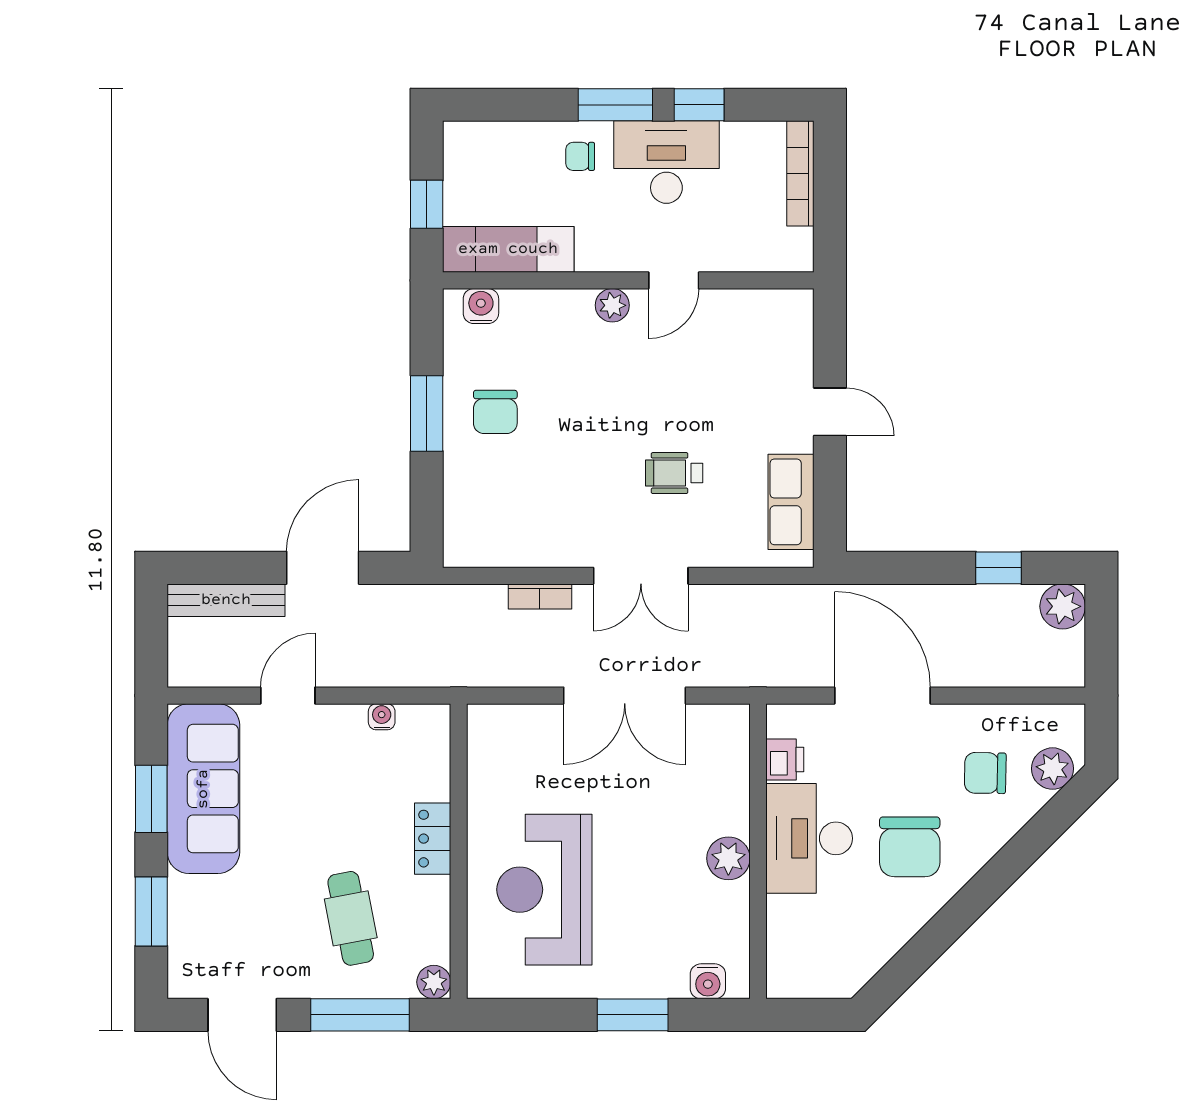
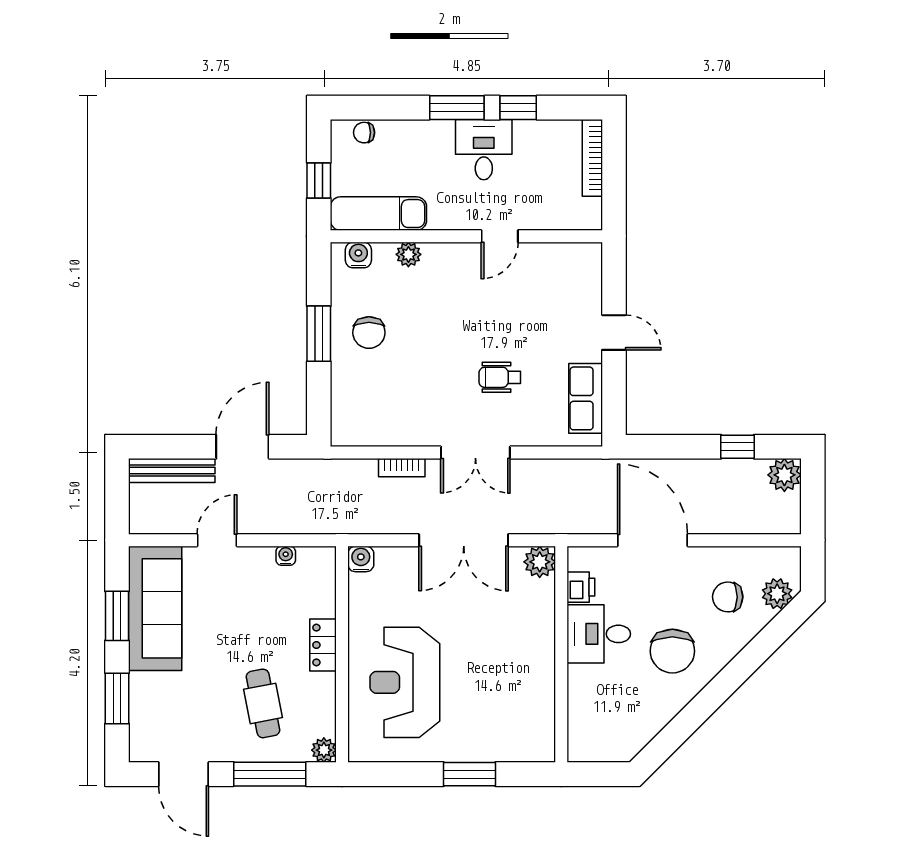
chair: (580, 156) -> (364, 133), moved
desk: (666, 162) -> (484, 150), width x0.73
plant: (612, 305) -> (408, 254), moved
desk: (809, 838) -> (599, 634), width x0.73
plant: (728, 858) -> (540, 562), moved
water cooler: (708, 981) -> (361, 559), moved, turned 180

